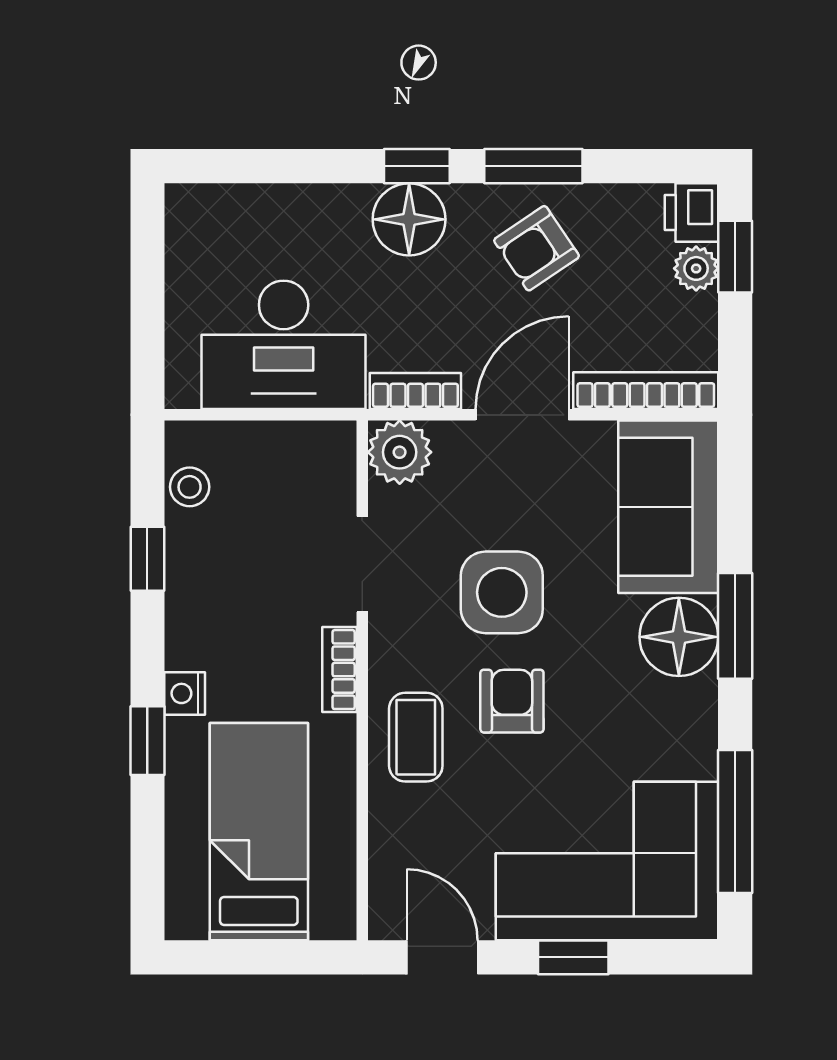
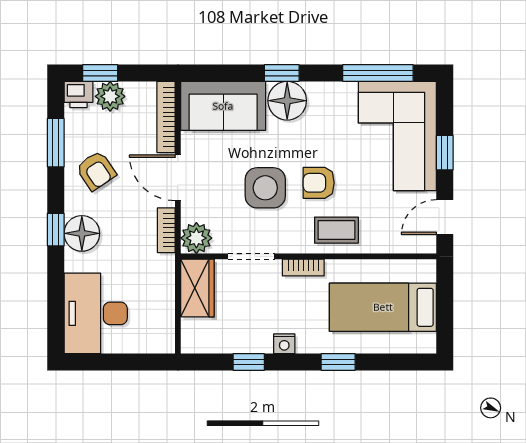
window: (533, 166) -> (56, 143), moved
plant: (696, 268) -> (110, 96), width x1.38, depth x1.38
desk: (284, 345) -> (96, 313), moved, turned 180
wardrobe: (298, 454) -> (197, 288), added
stool: (190, 487) -> (213, 341), removed
window: (735, 626) -> (282, 73), width x0.67
nightstand: (185, 693) -> (284, 344), moved

